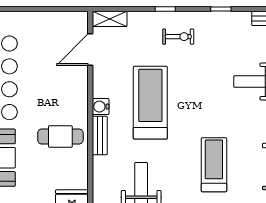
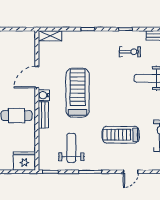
exercise bike: (178, 37) -> (130, 52), moved
door: (90, 50) -> (37, 77), moved
treadmill: (214, 165) -> (121, 135), turned -90

